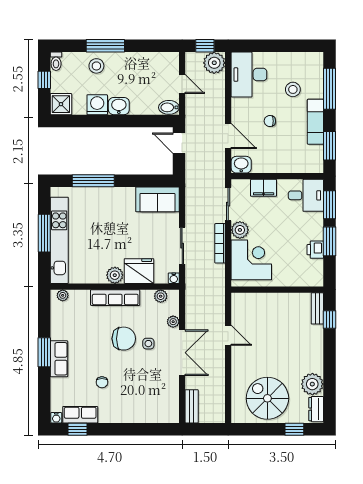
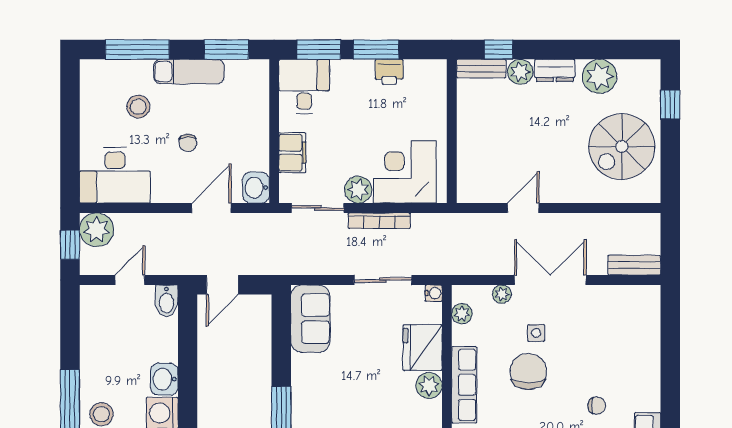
plant: (315, 333) -> (520, 72), added
dresser: (316, 409) -> (555, 70), moved

